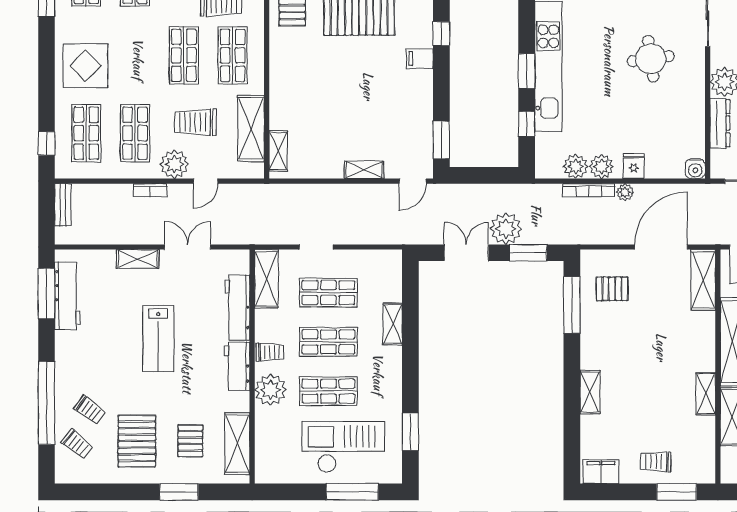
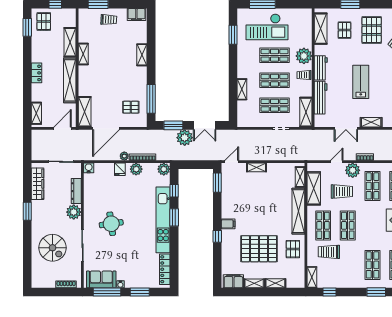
shelving: (281, 84) -> (298, 211), added
plant: (576, 166) -> (164, 169), moved

